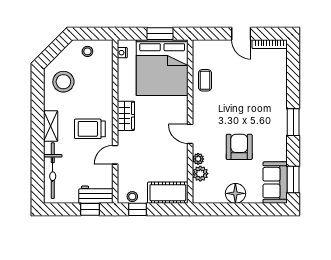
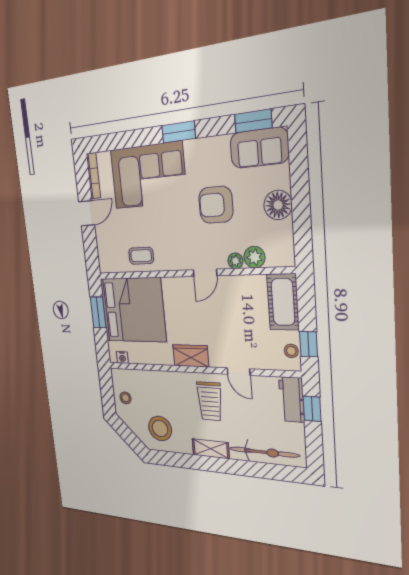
corner sofa: (265, 93) -> (148, 176), added

